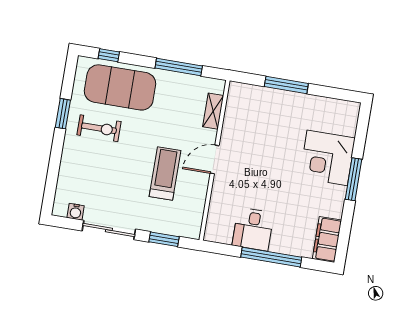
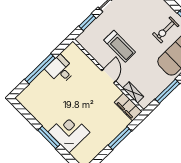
filing cabinet: (327, 239) -> (128, 107), moved, turned 180

